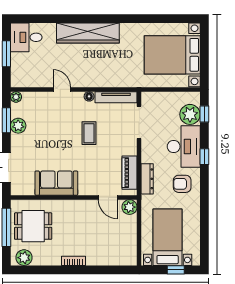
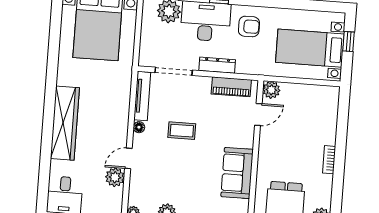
plant: (45, 79) -> (115, 177), added
dresser: (147, 179) -> (217, 65), moved
armchair: (182, 184) -> (249, 26), turned -90

